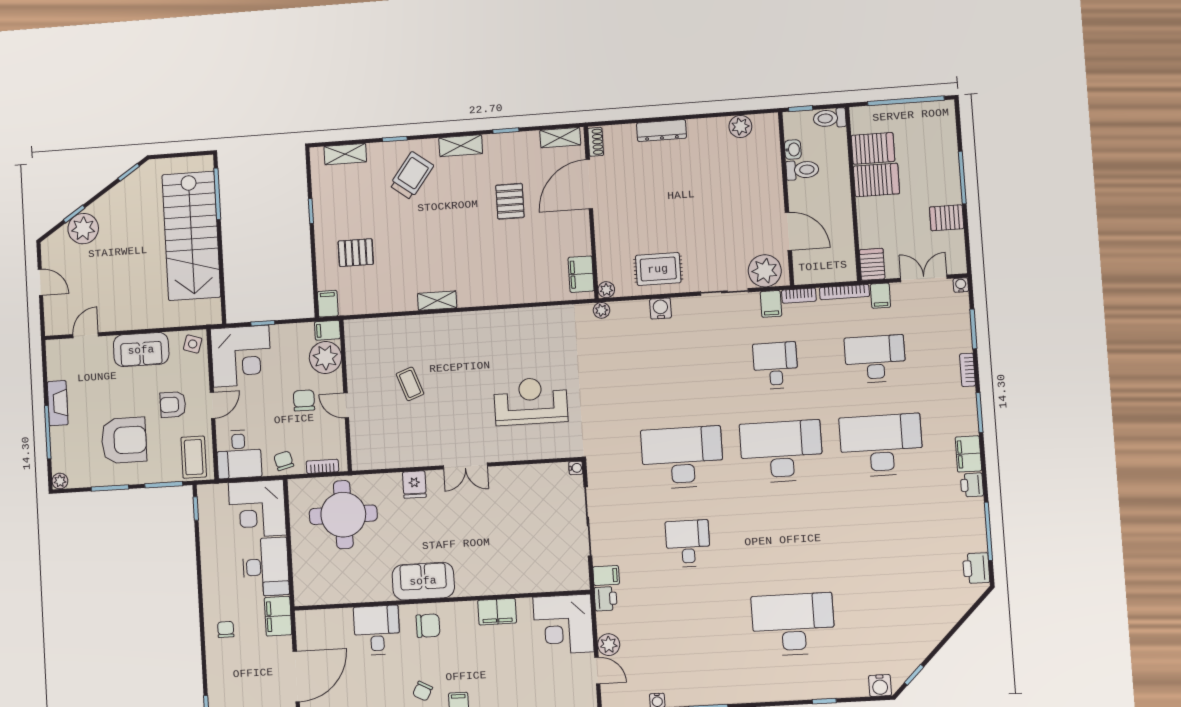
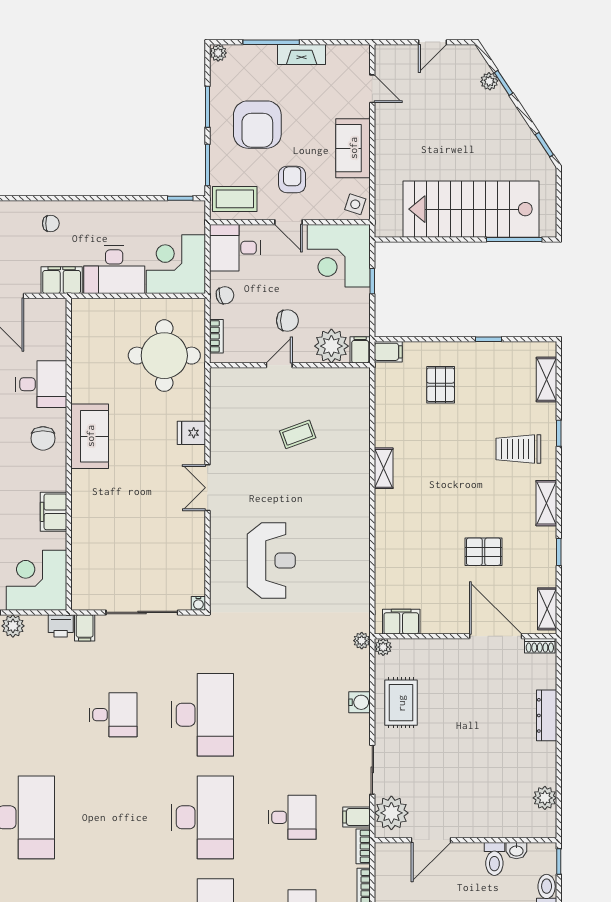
trolley: (412, 176) -> (518, 449), turned 143
plant: (83, 229) -> (489, 81), width x0.53, depth x0.53

